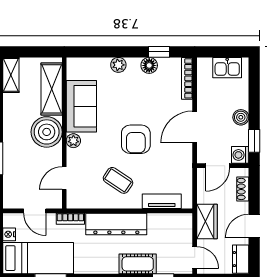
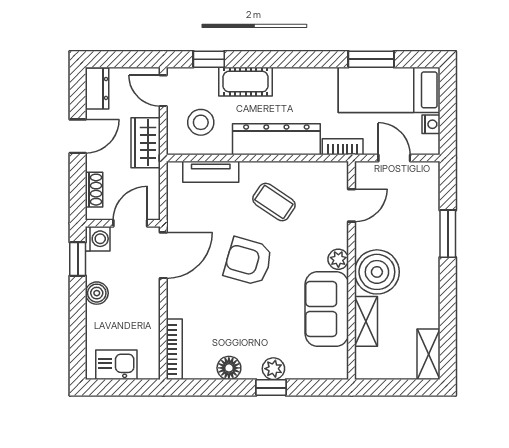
window: (159, 52) -> (271, 388), moved
shelving: (52, 89) -> (366, 321), width x0.67, depth x0.75
door: (195, 127) -> (163, 255), moved
armchair: (136, 139) -> (248, 261), turned -74
stool: (169, 236) -> (201, 122), added

